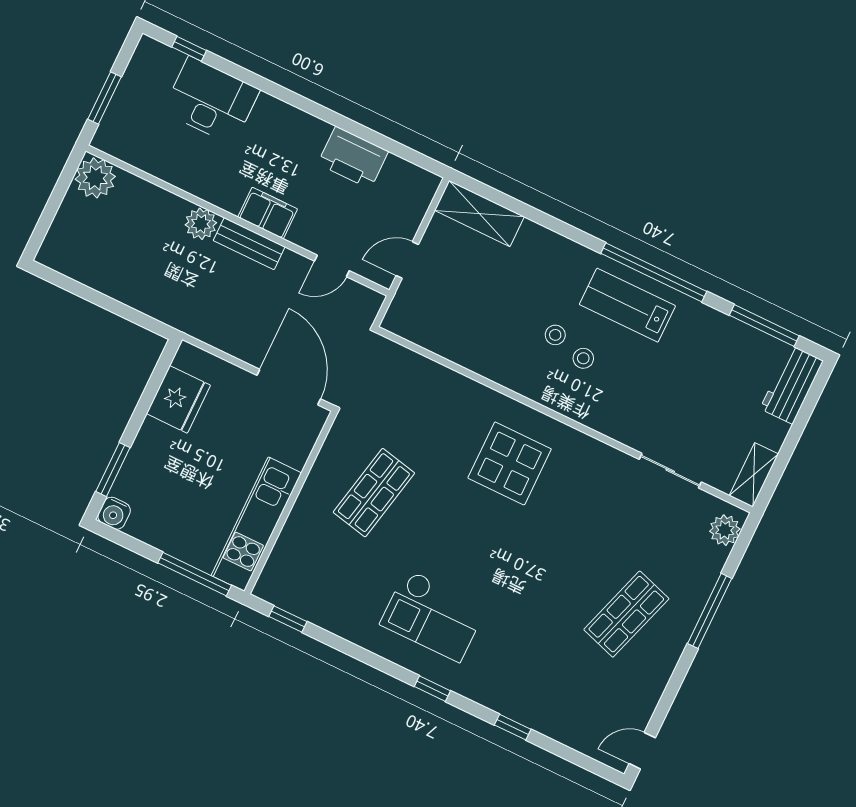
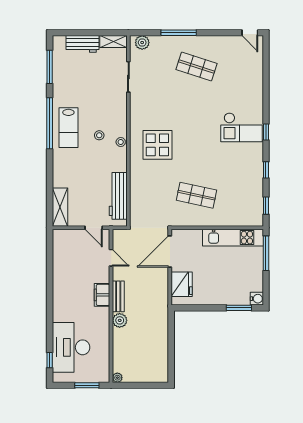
desk: (211, 101) -> (71, 347), width x1.36, depth x1.30
printer: (353, 158) -> (62, 271), removed
plant: (95, 178) -> (117, 378), width x0.53, depth x0.53
stool: (555, 335) -> (121, 142), moved
workbench: (447, 338) -> (118, 196), added
workbench: (792, 385) -> (83, 44), moved
fridge: (178, 399) -> (182, 284), moved, turned 90
checkout: (433, 616) -> (241, 127), moved, turned 90
window: (513, 727) -> (266, 170), moved

